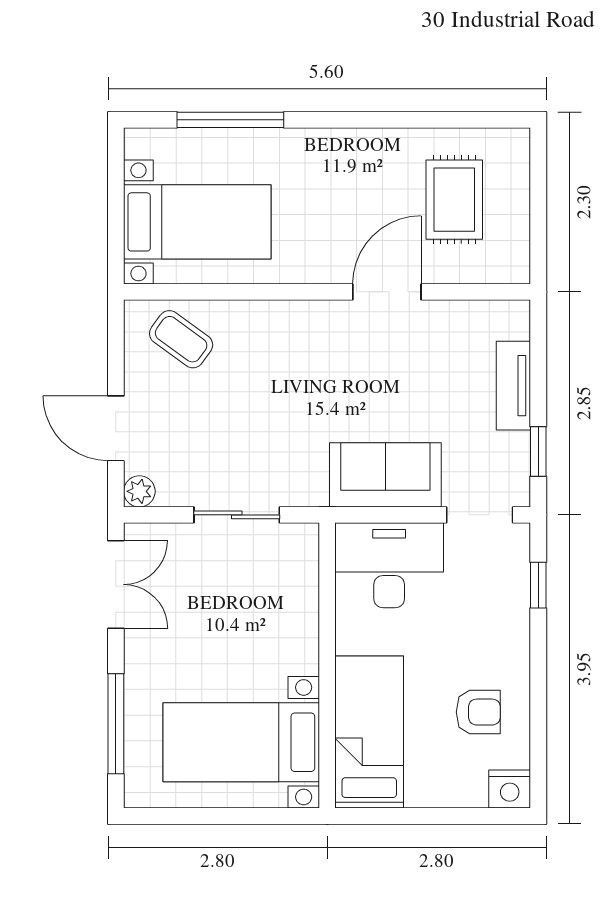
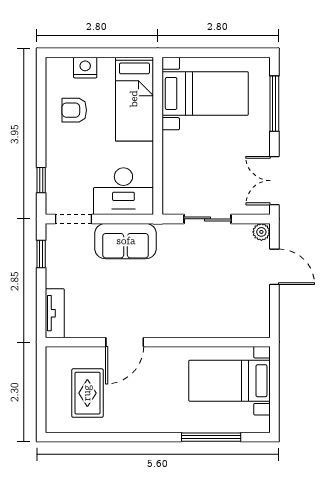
coffee table: (181, 339) -> (238, 316), removed
tv unit: (513, 386) -> (55, 313), moved
nightstand: (510, 789) -> (85, 68), moved

